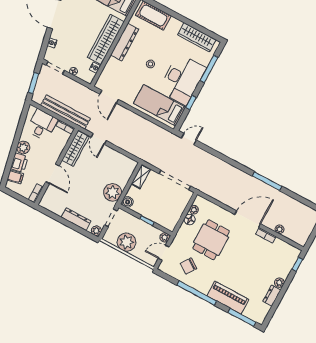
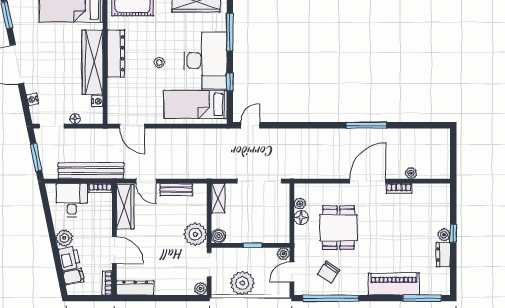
bench: (116, 155) -> (176, 190), added
dresser: (76, 219) -> (135, 288), moved
window: (297, 264) -> (453, 233), moved
window: (197, 293) -> (331, 298), moved

